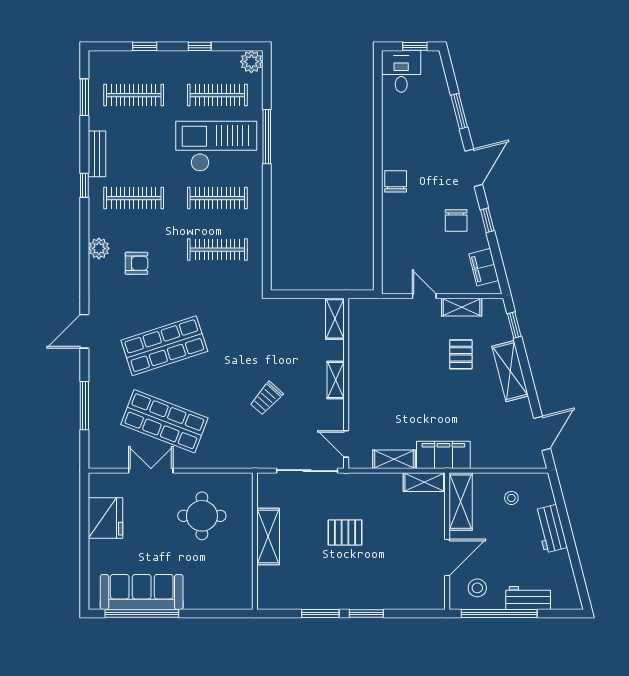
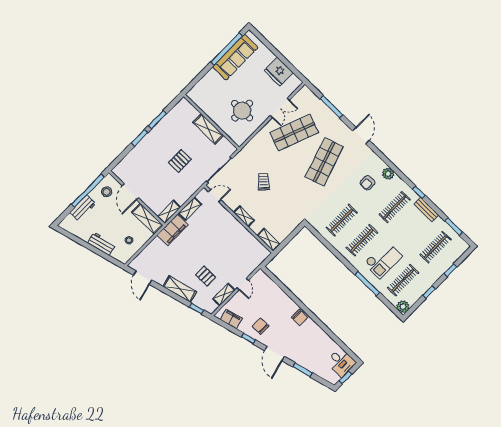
checkout: (216, 146) -> (383, 260), width x0.73, depth x0.83
door: (424, 296) -> (243, 284), hinge flipped

